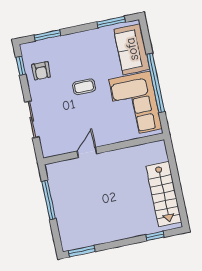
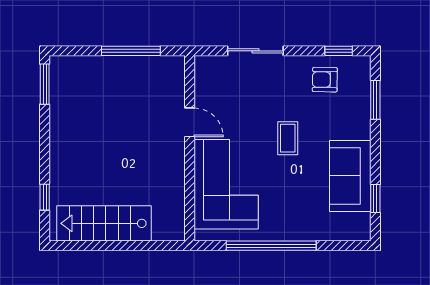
window: (111, 22) -> (375, 199), width x0.67
sofa: (132, 49) -> (350, 176), moved, turned -90
corner sofa: (135, 104) -> (226, 184), moved, turned 90

